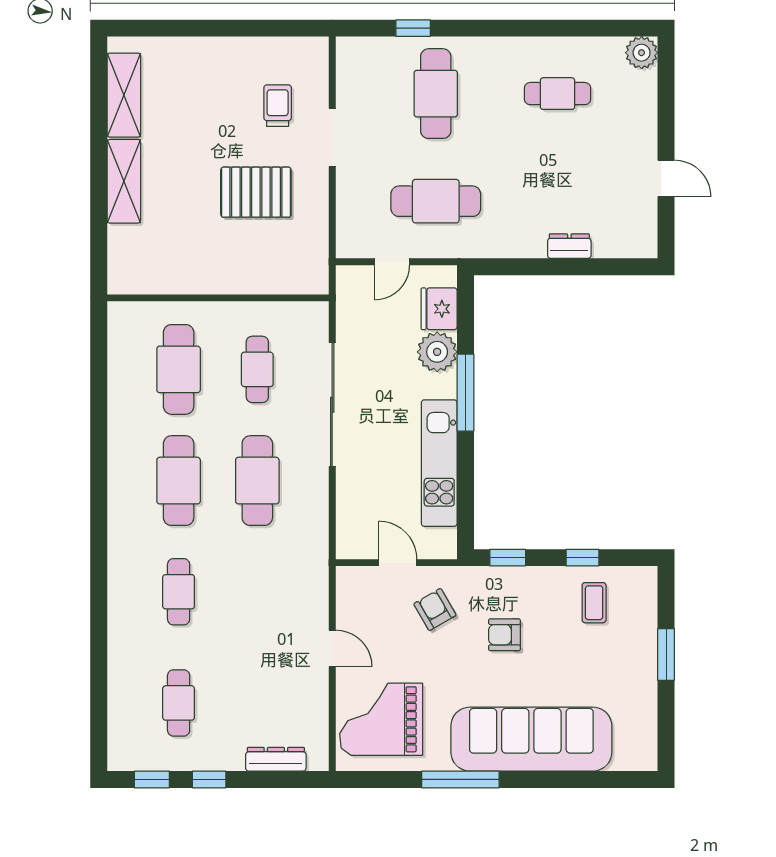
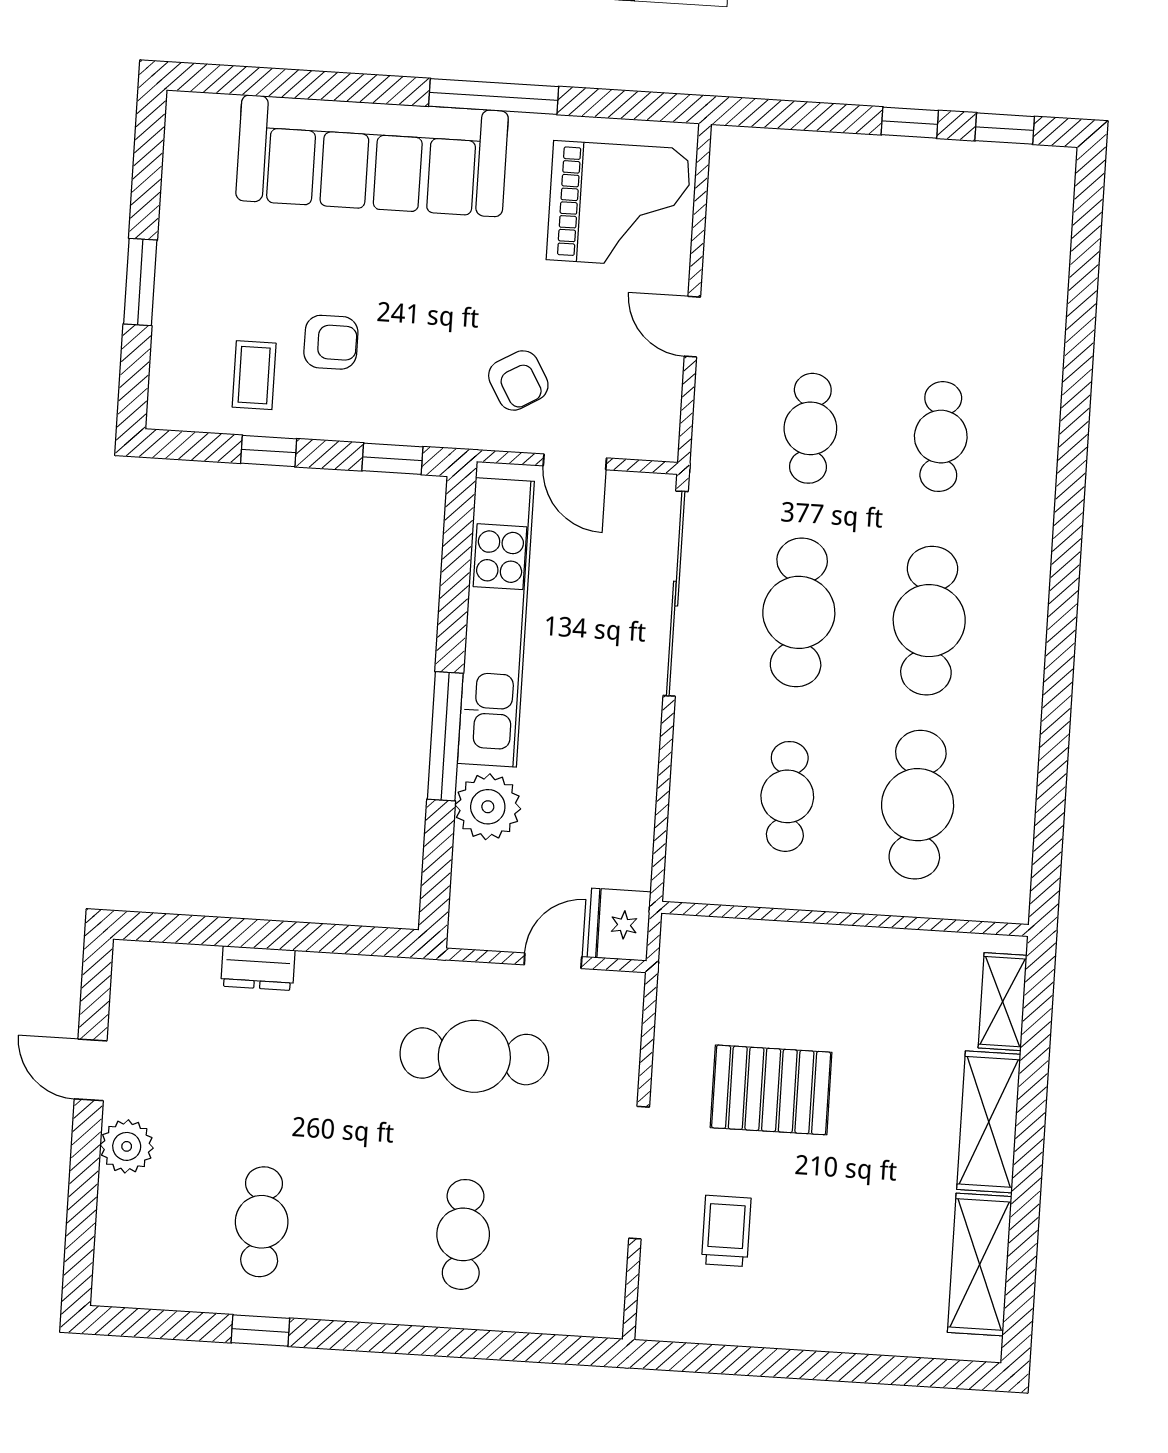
window: (413, 28) -> (260, 1331), moved
plant: (642, 53) -> (127, 1146), moved
cafe table: (436, 94) -> (463, 1234), width x0.73, depth x0.74
cafe table: (558, 94) -> (262, 1222), turned 90
trolley: (278, 106) -> (726, 1231), turned 180
doorway: (332, 137) -> (639, 1173), width x1.36
shelving: (120, 254) -> (1003, 1002), added
fridge: (439, 309) -> (619, 925), moved, turned 180
sliding door: (332, 405) -> (676, 594), moved
kitchen unit: (439, 463) -> (496, 622), width x1.36
armchair: (504, 635) -> (331, 342), moved
cafe table: (179, 703) -> (810, 428), moved
dresser: (276, 759) -> (797, 149), removed

